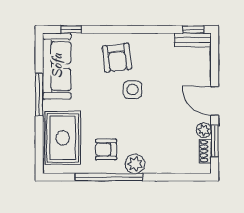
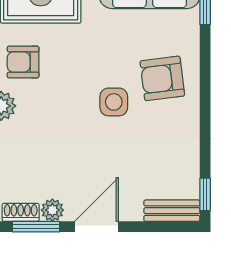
bench: (193, 40) -> (172, 211), moved, turned 90
armchair: (106, 149) -> (23, 62), turned -90

